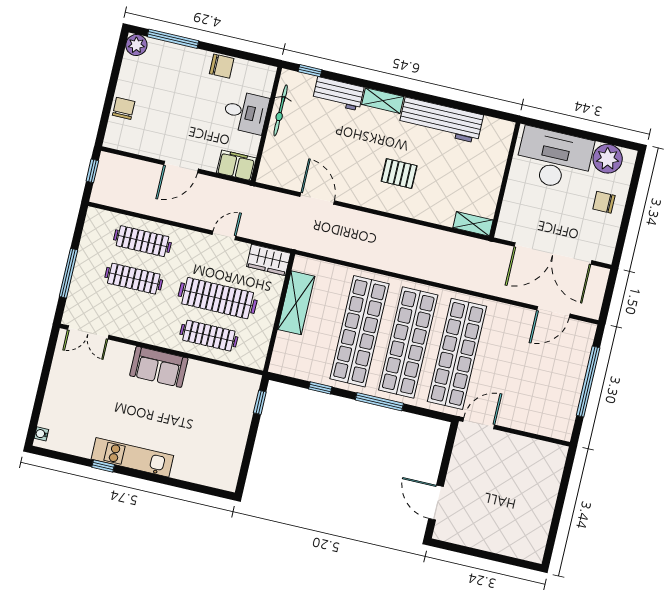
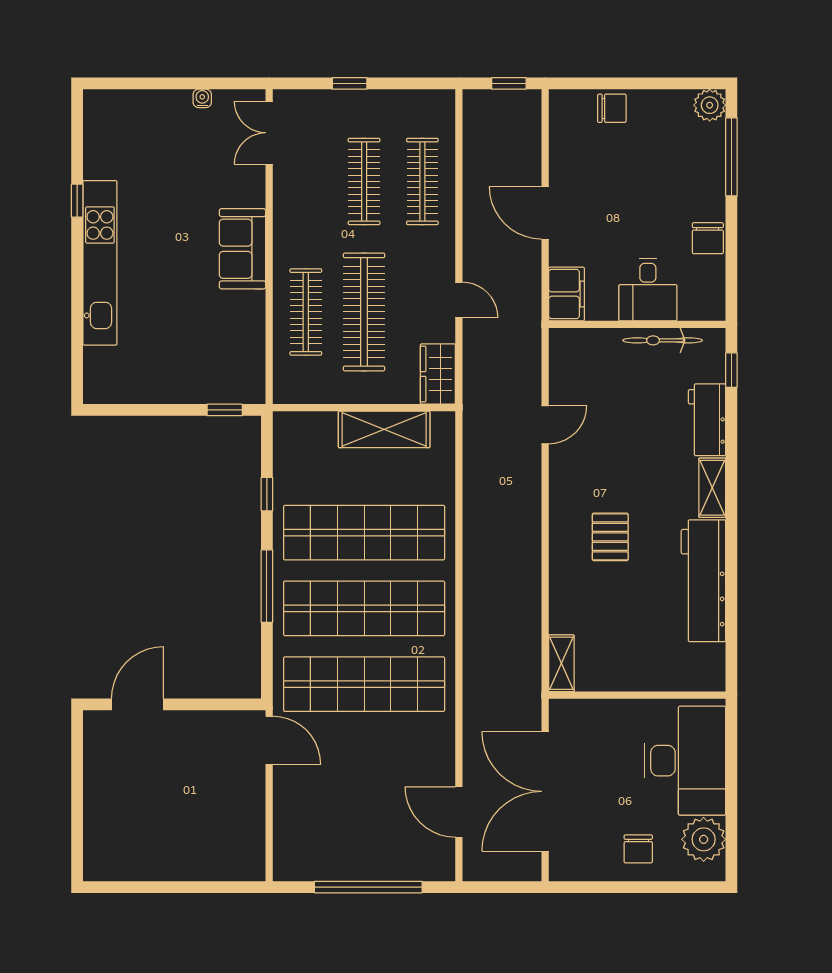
door: (317, 199) -> (545, 425), width x0.73
chair: (604, 202) -> (638, 849), turned 180
window: (69, 273) -> (350, 83), width x0.46
water cooler: (41, 434) -> (202, 98), moved
kitchen unit: (132, 457) -> (100, 263), width x1.36

